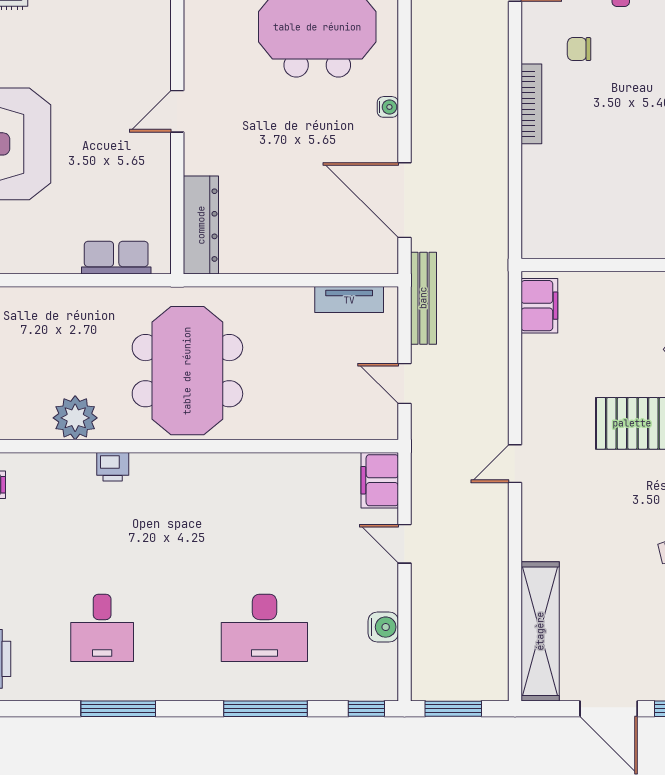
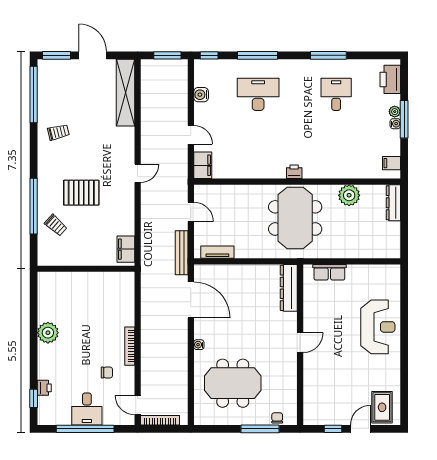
printer: (113, 467) -> (294, 172), moved

